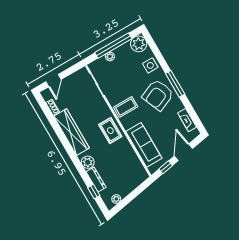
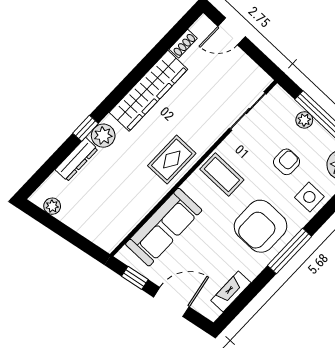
armchair: (129, 72) -> (287, 162), added
armchair: (158, 95) -> (260, 226), turned -67
window: (94, 192) -> (85, 128), moved

